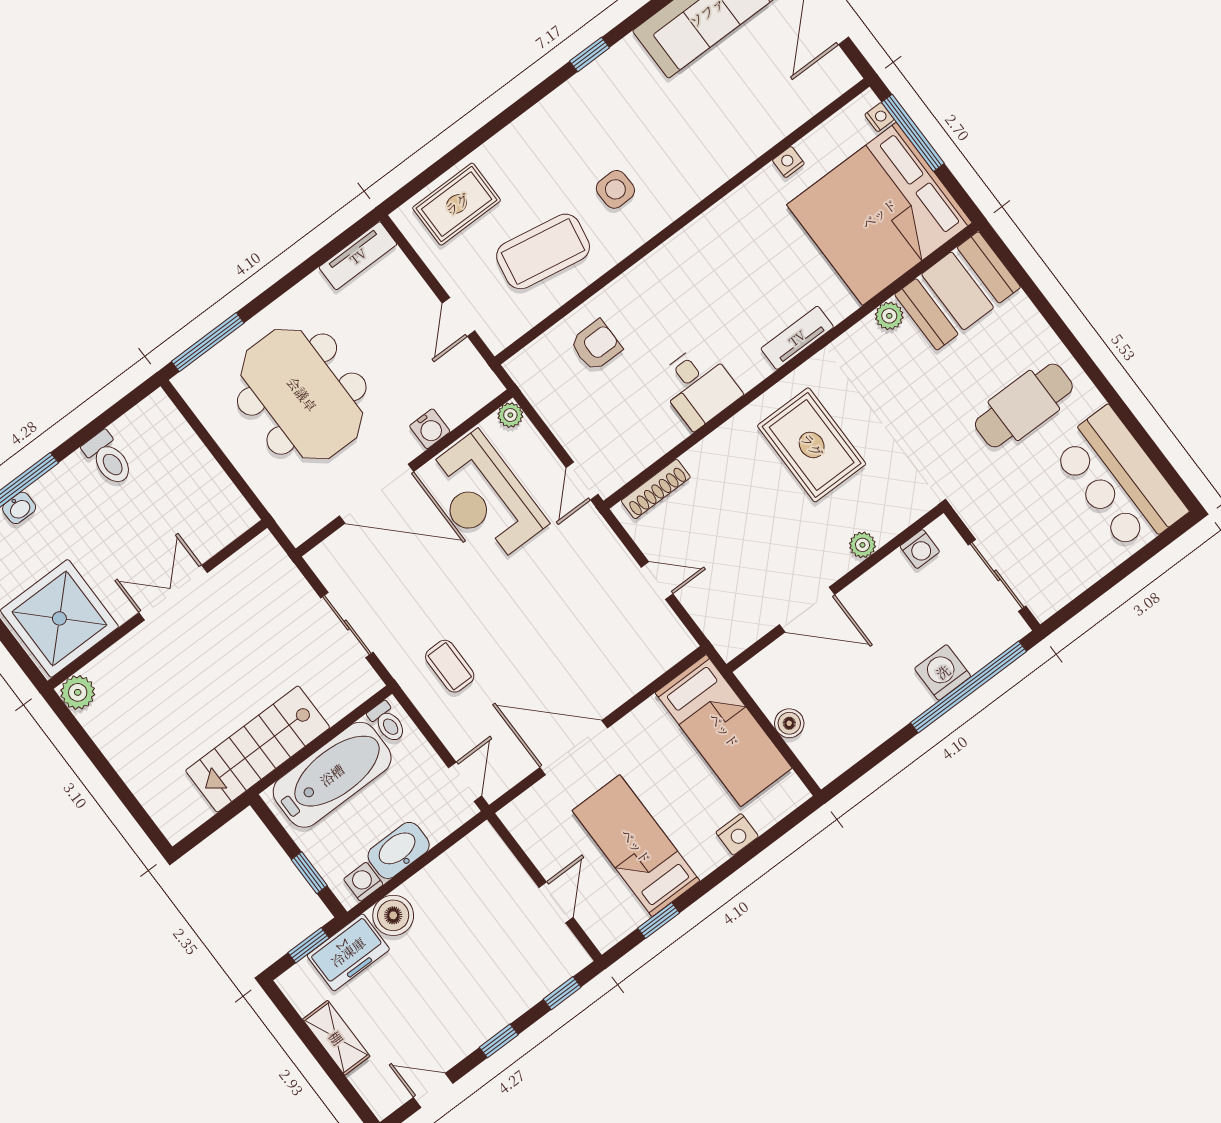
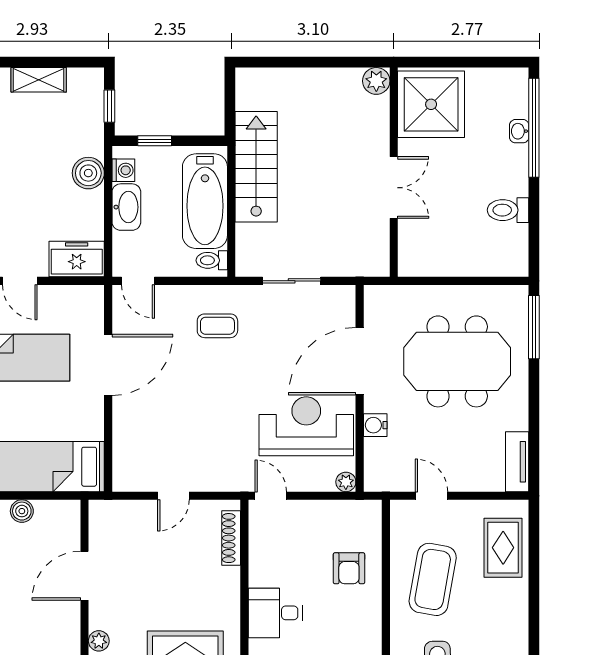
freezer: (348, 952) -> (77, 259), moved, turned 90

